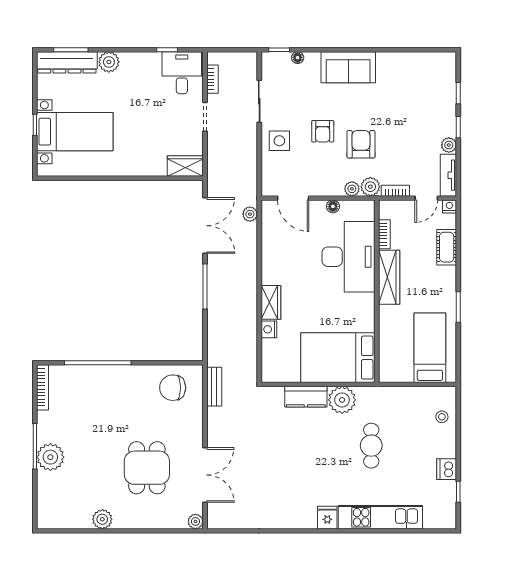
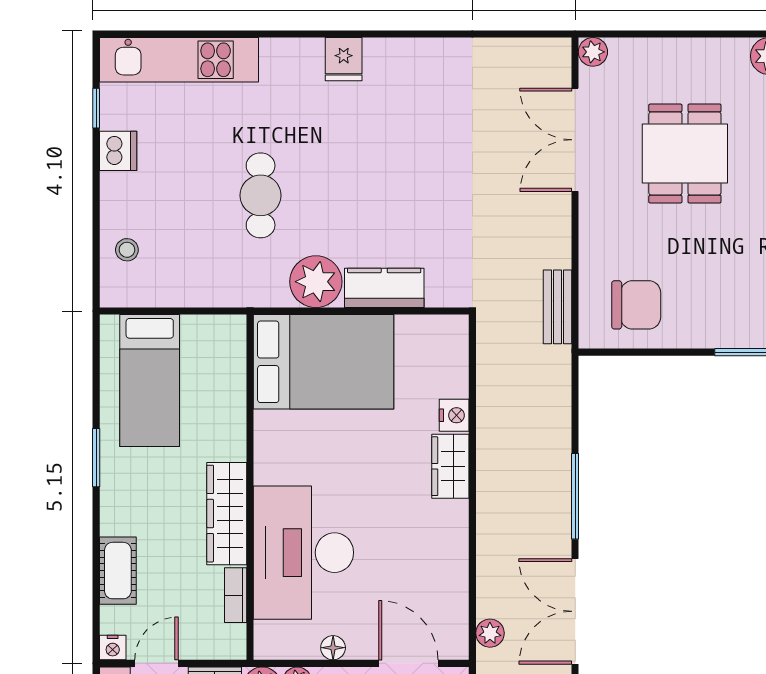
kitchen unit: (380, 517) -> (179, 60), moved

